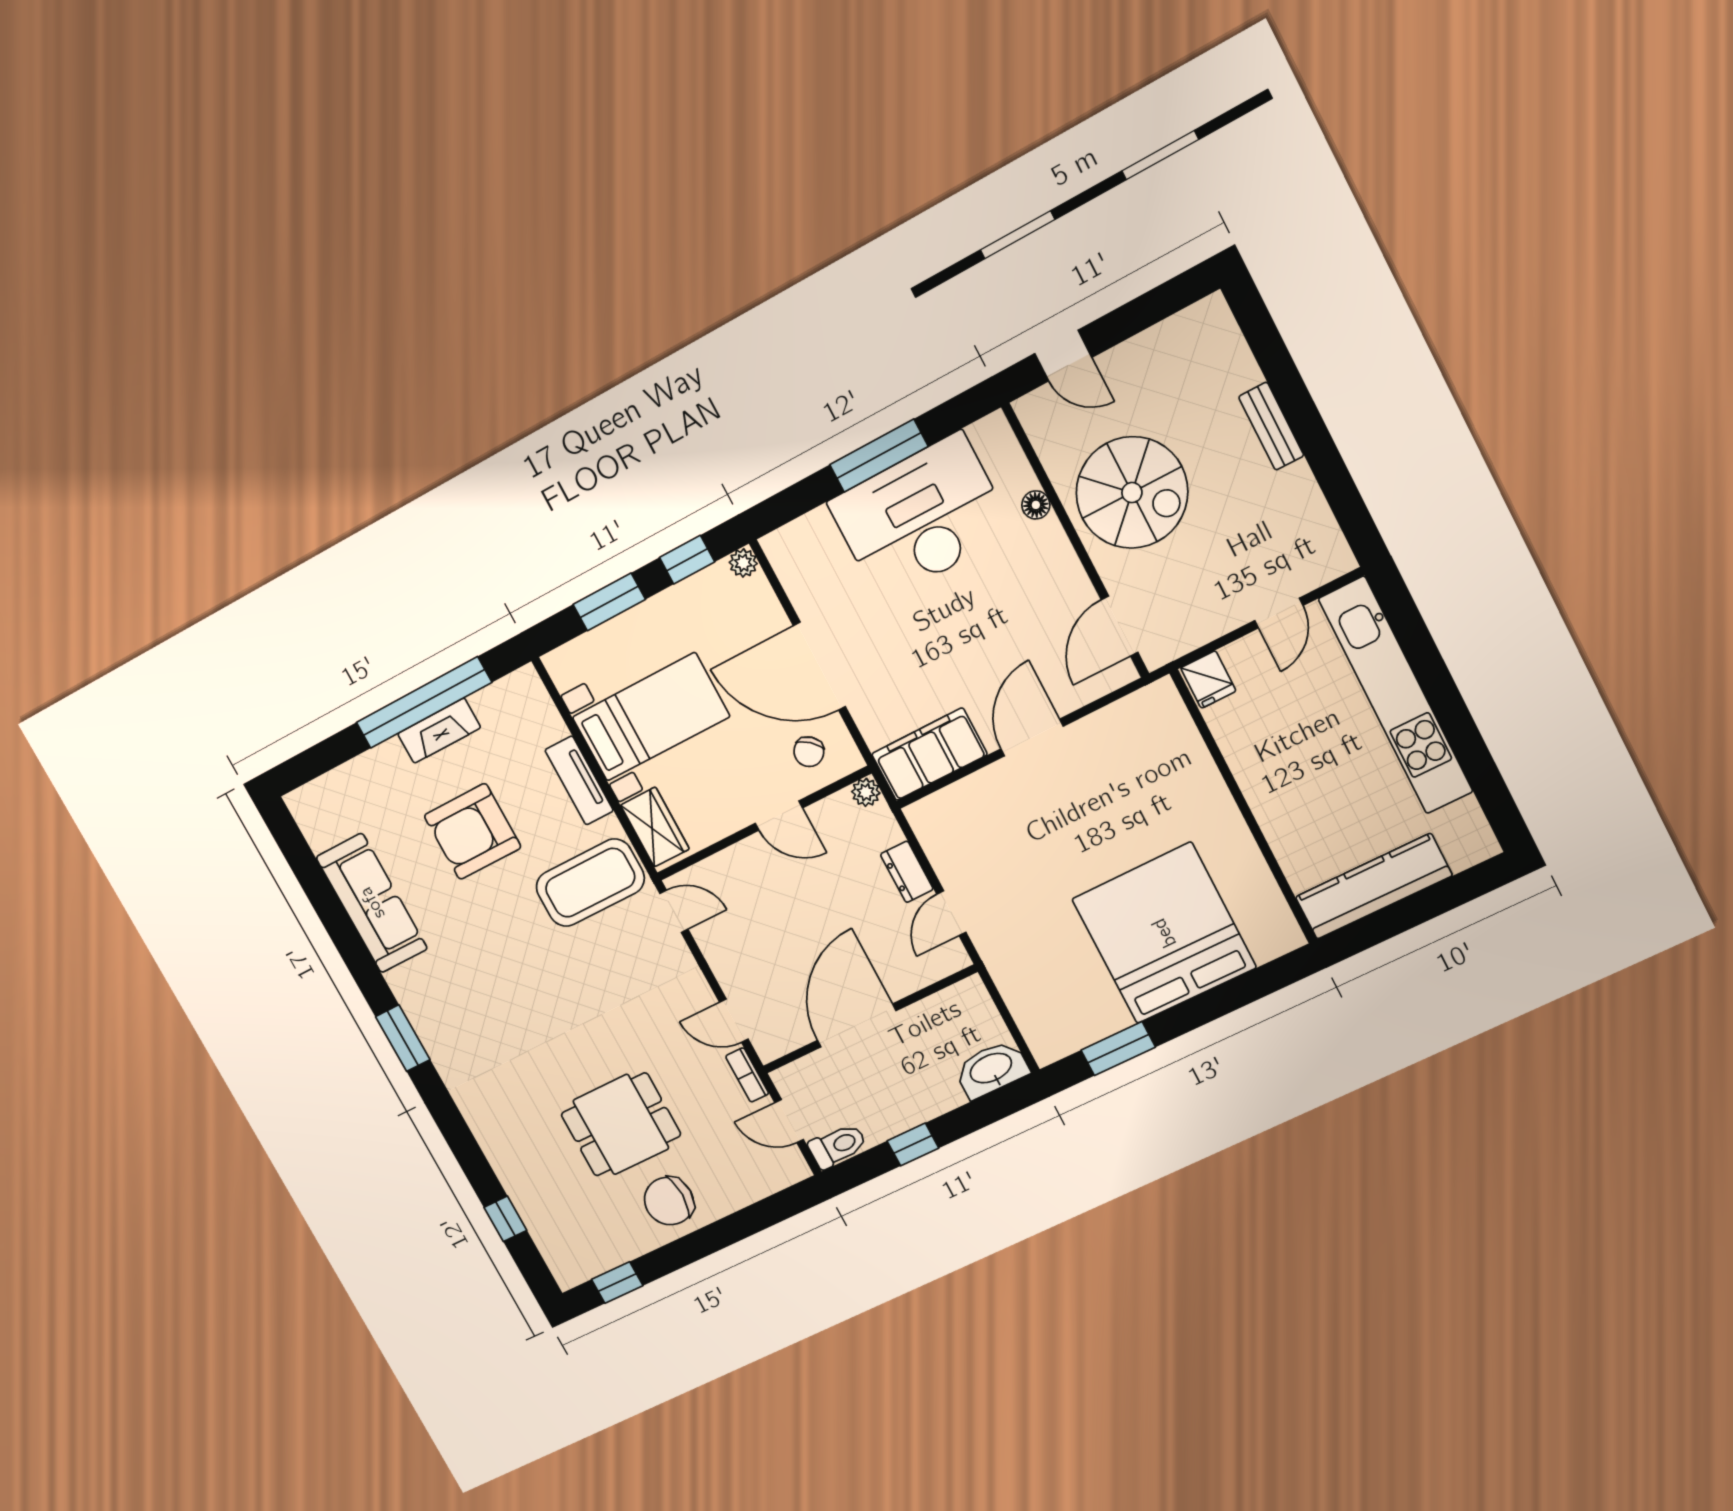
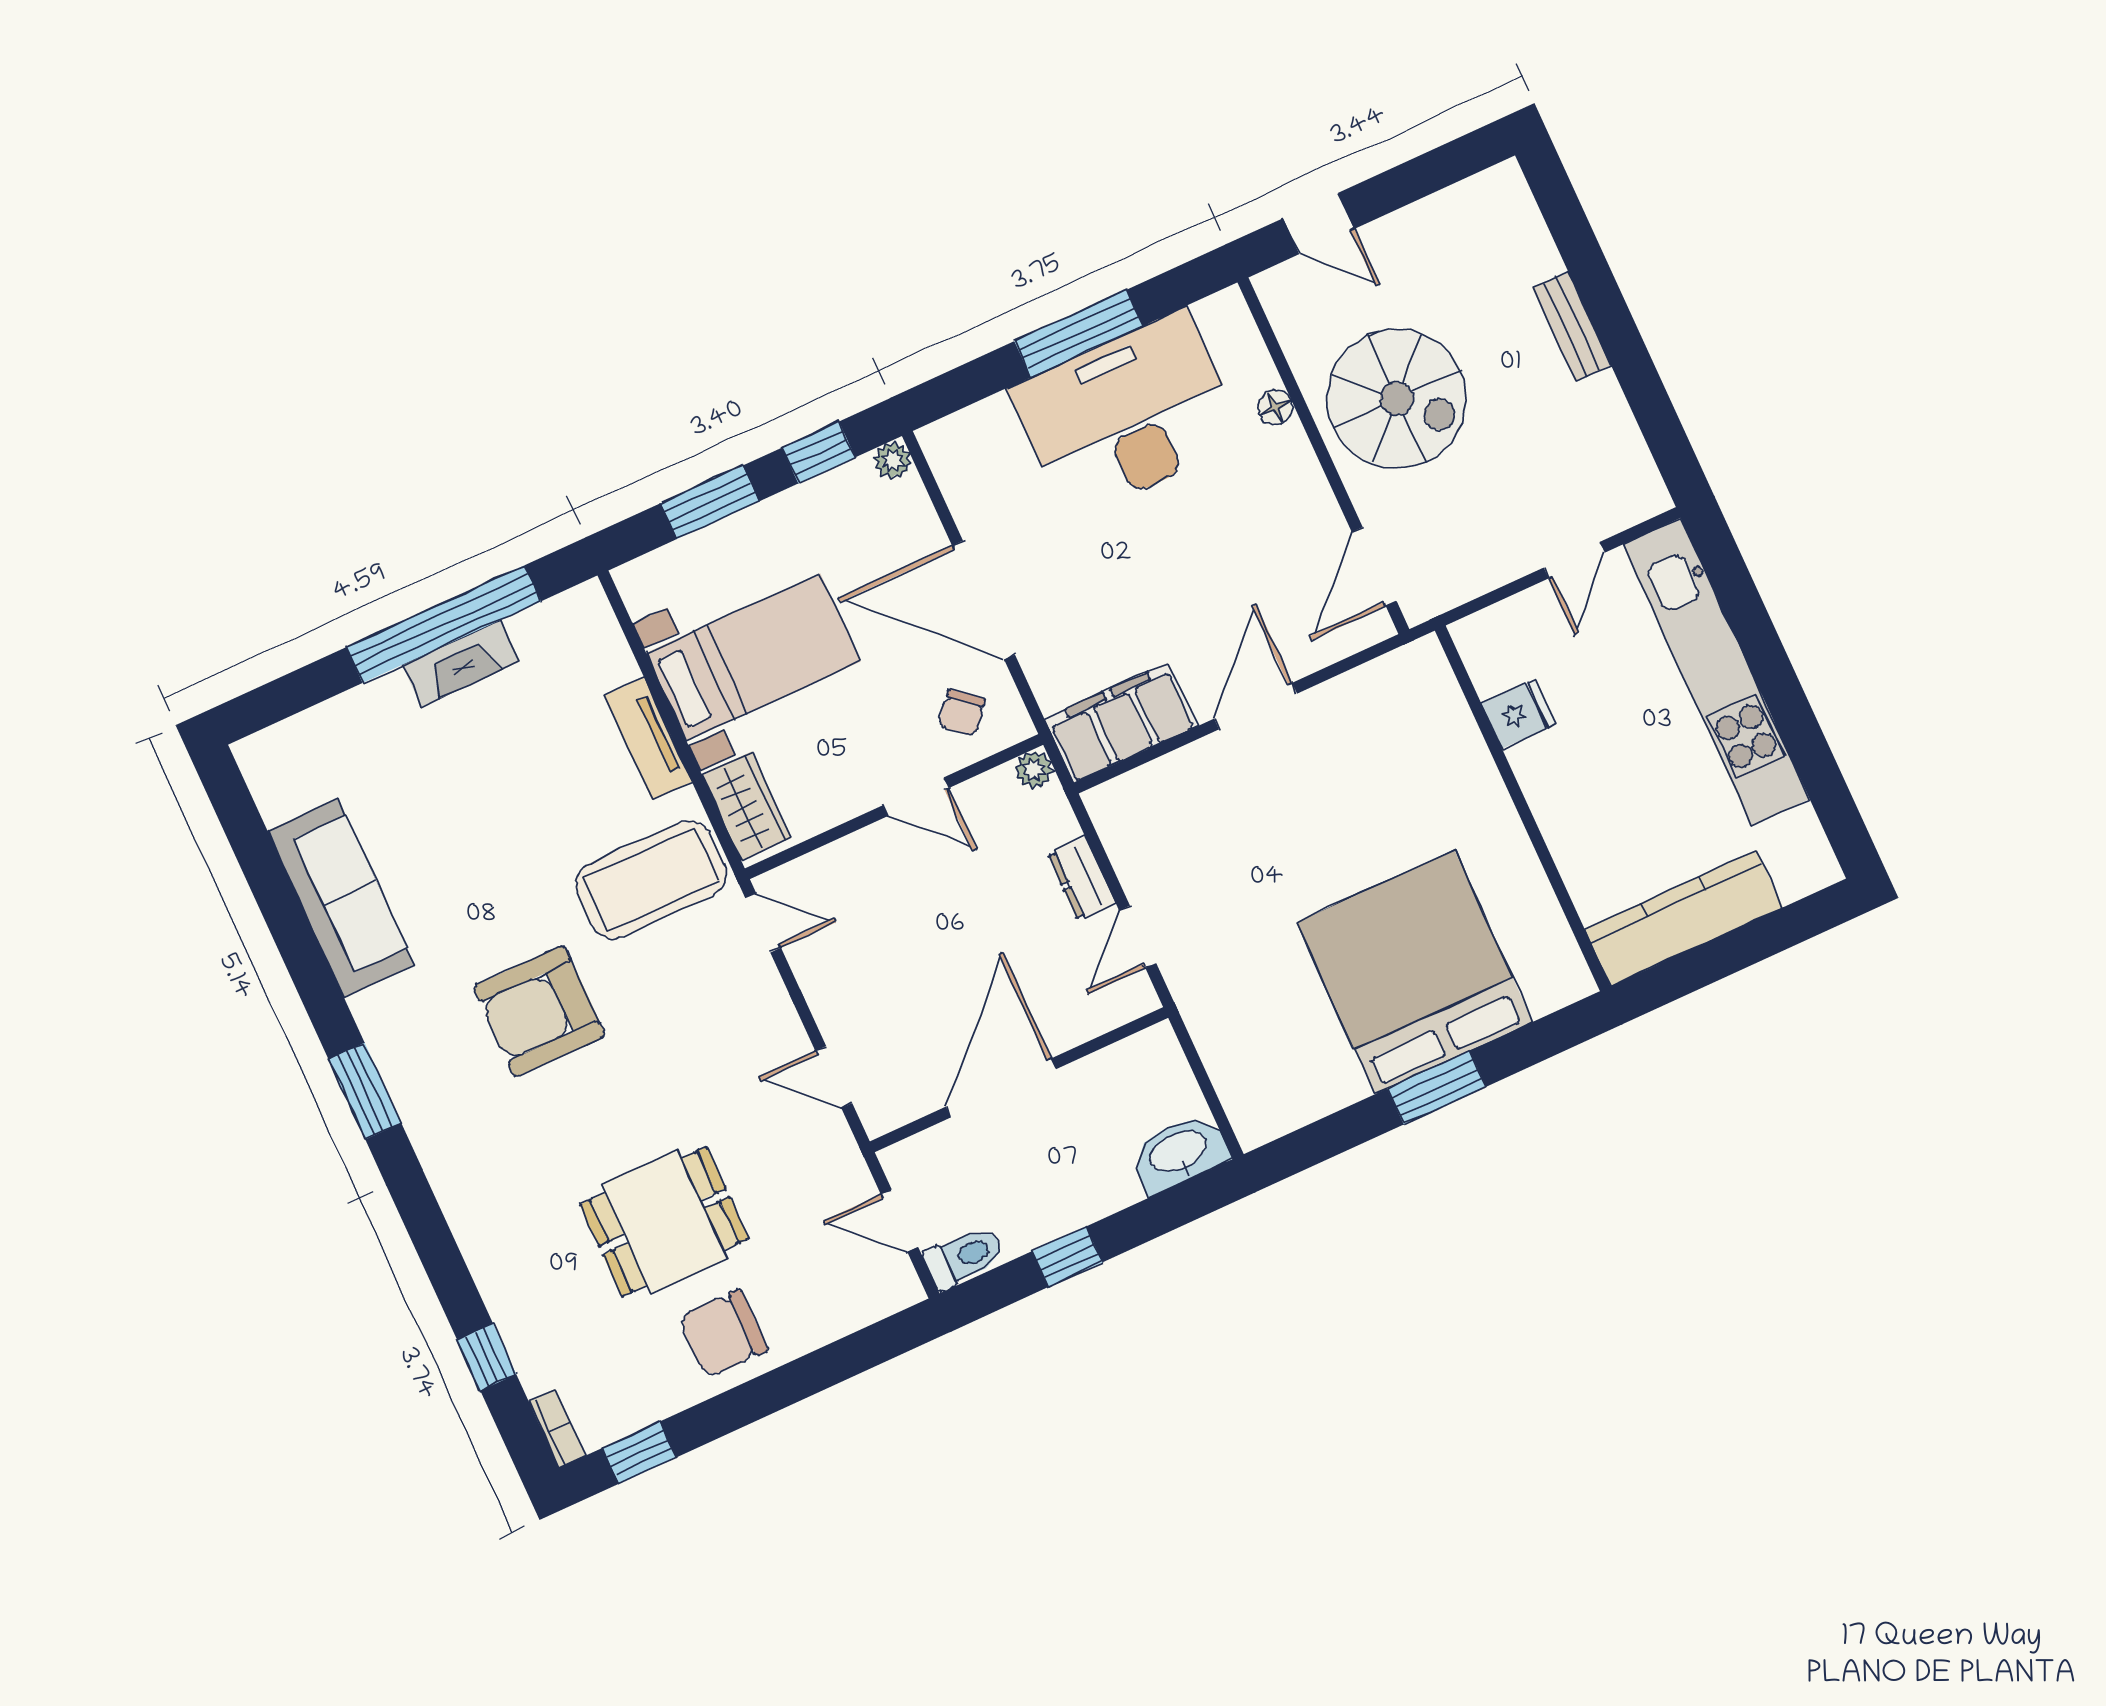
fridge: (1208, 679) -> (1518, 714), moved, turned -90
armchair: (473, 831) -> (539, 1011), moved
window: (1118, 1049) -> (1437, 1088), moved
bookcase: (747, 1075) -> (557, 1428), moved, turned 180

